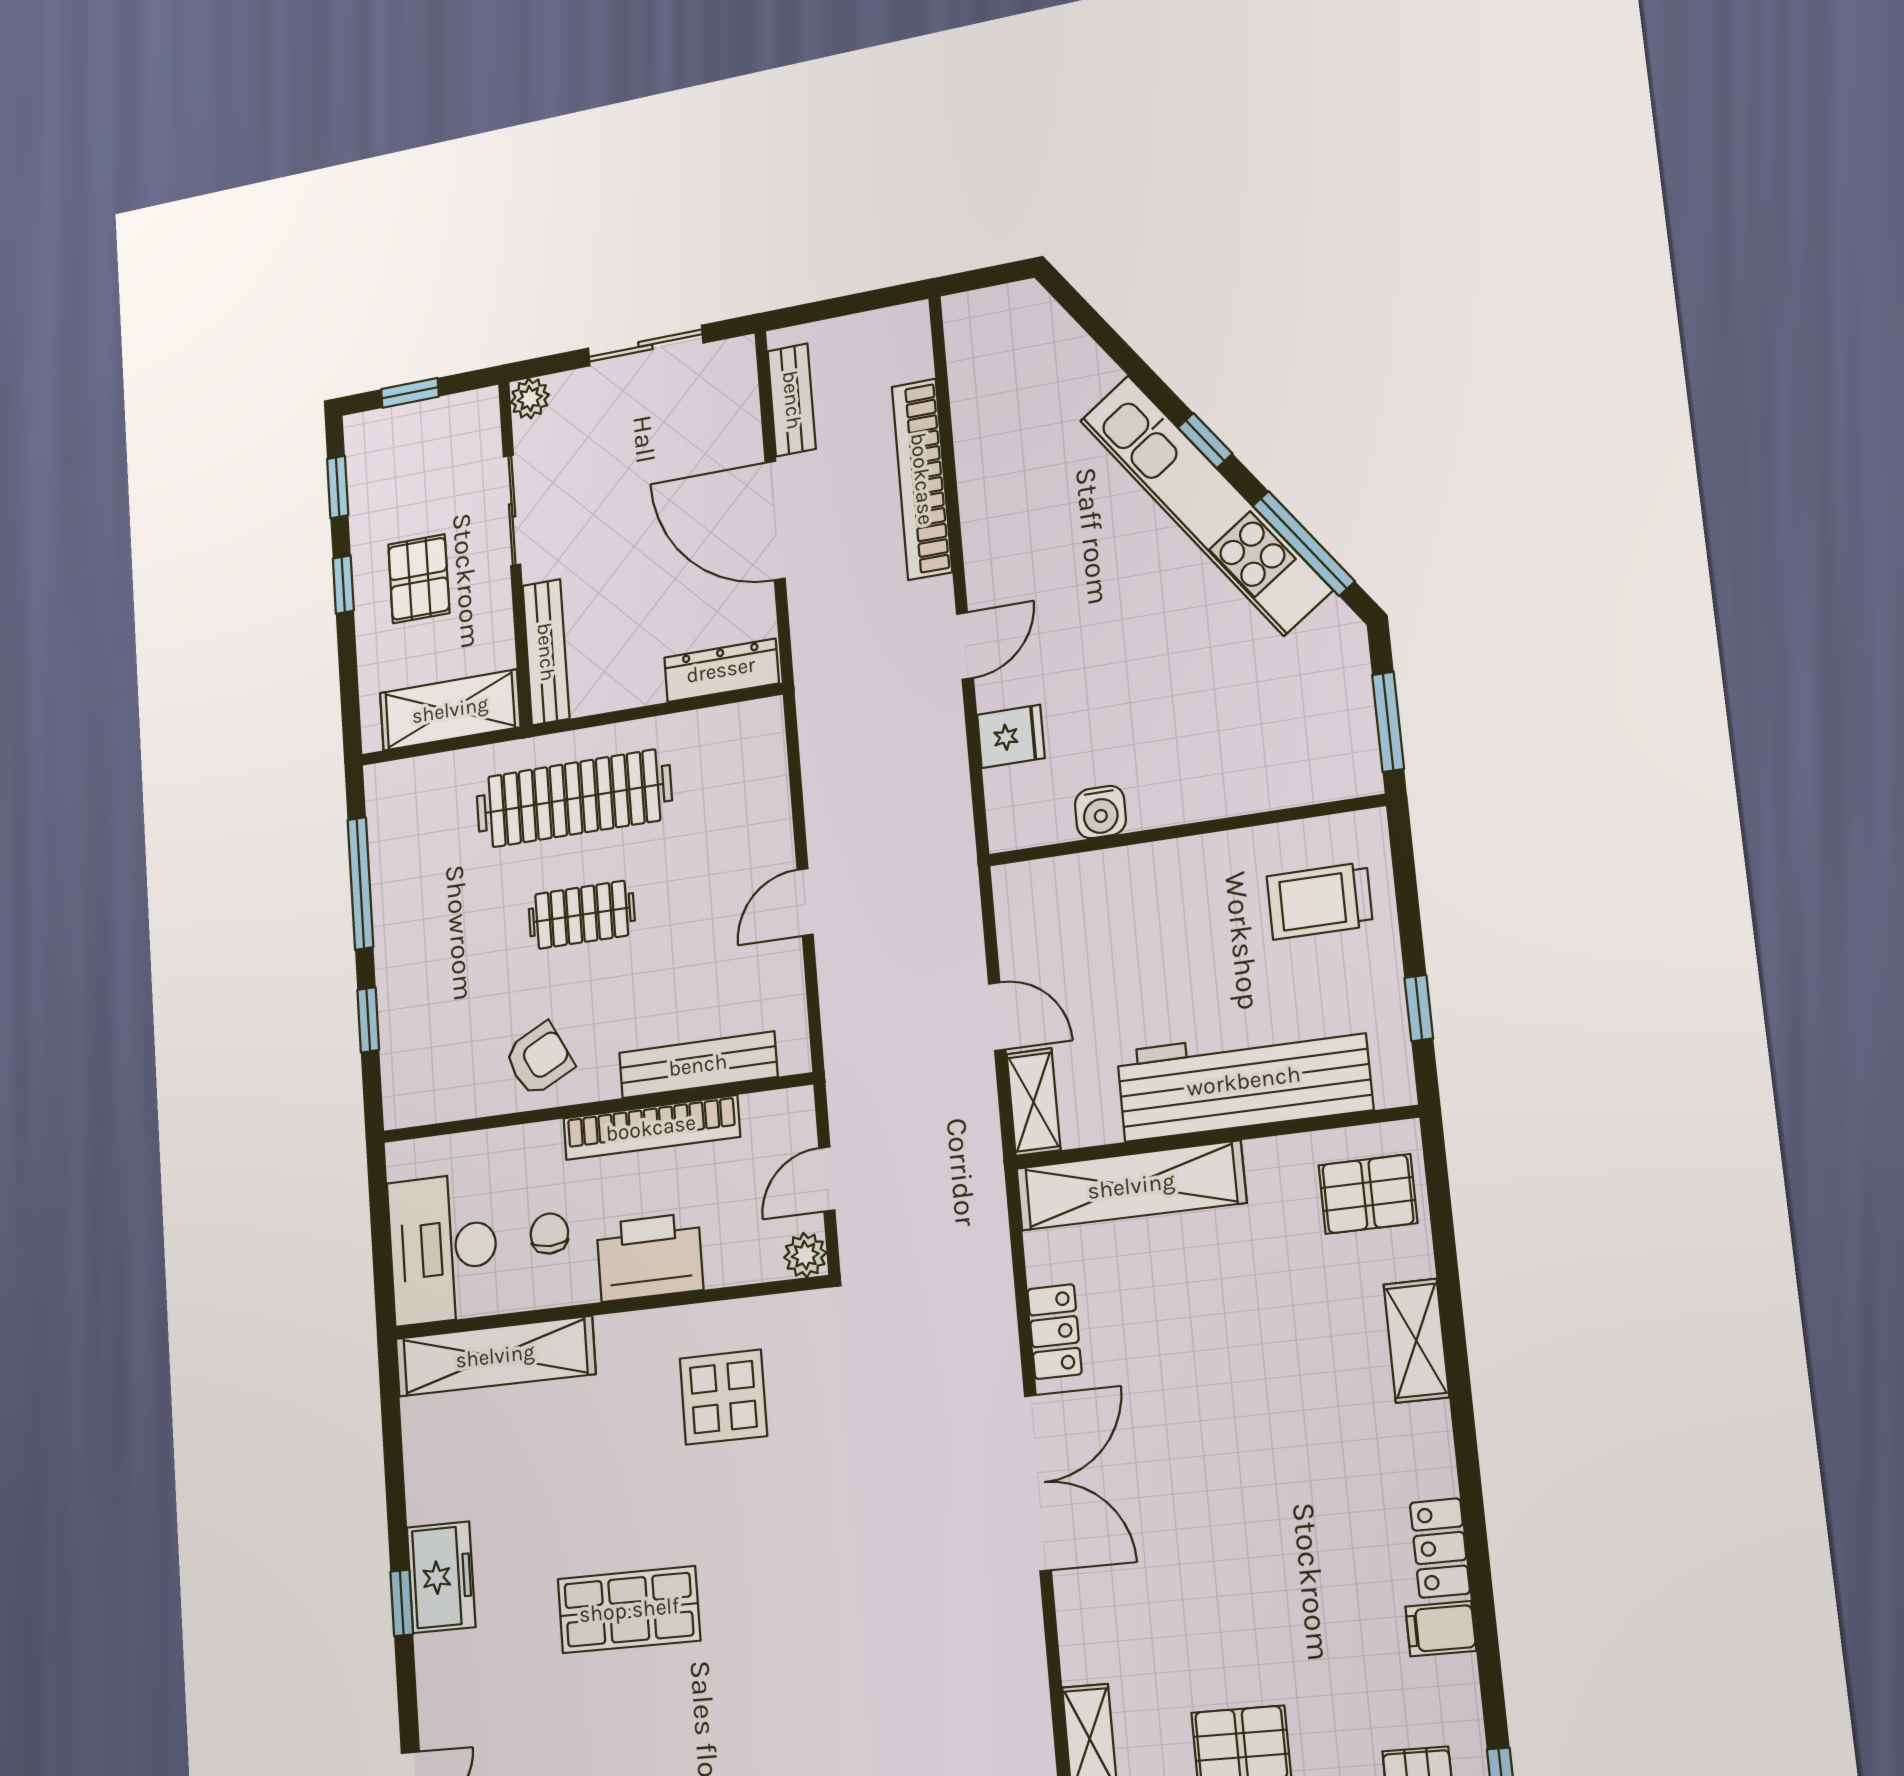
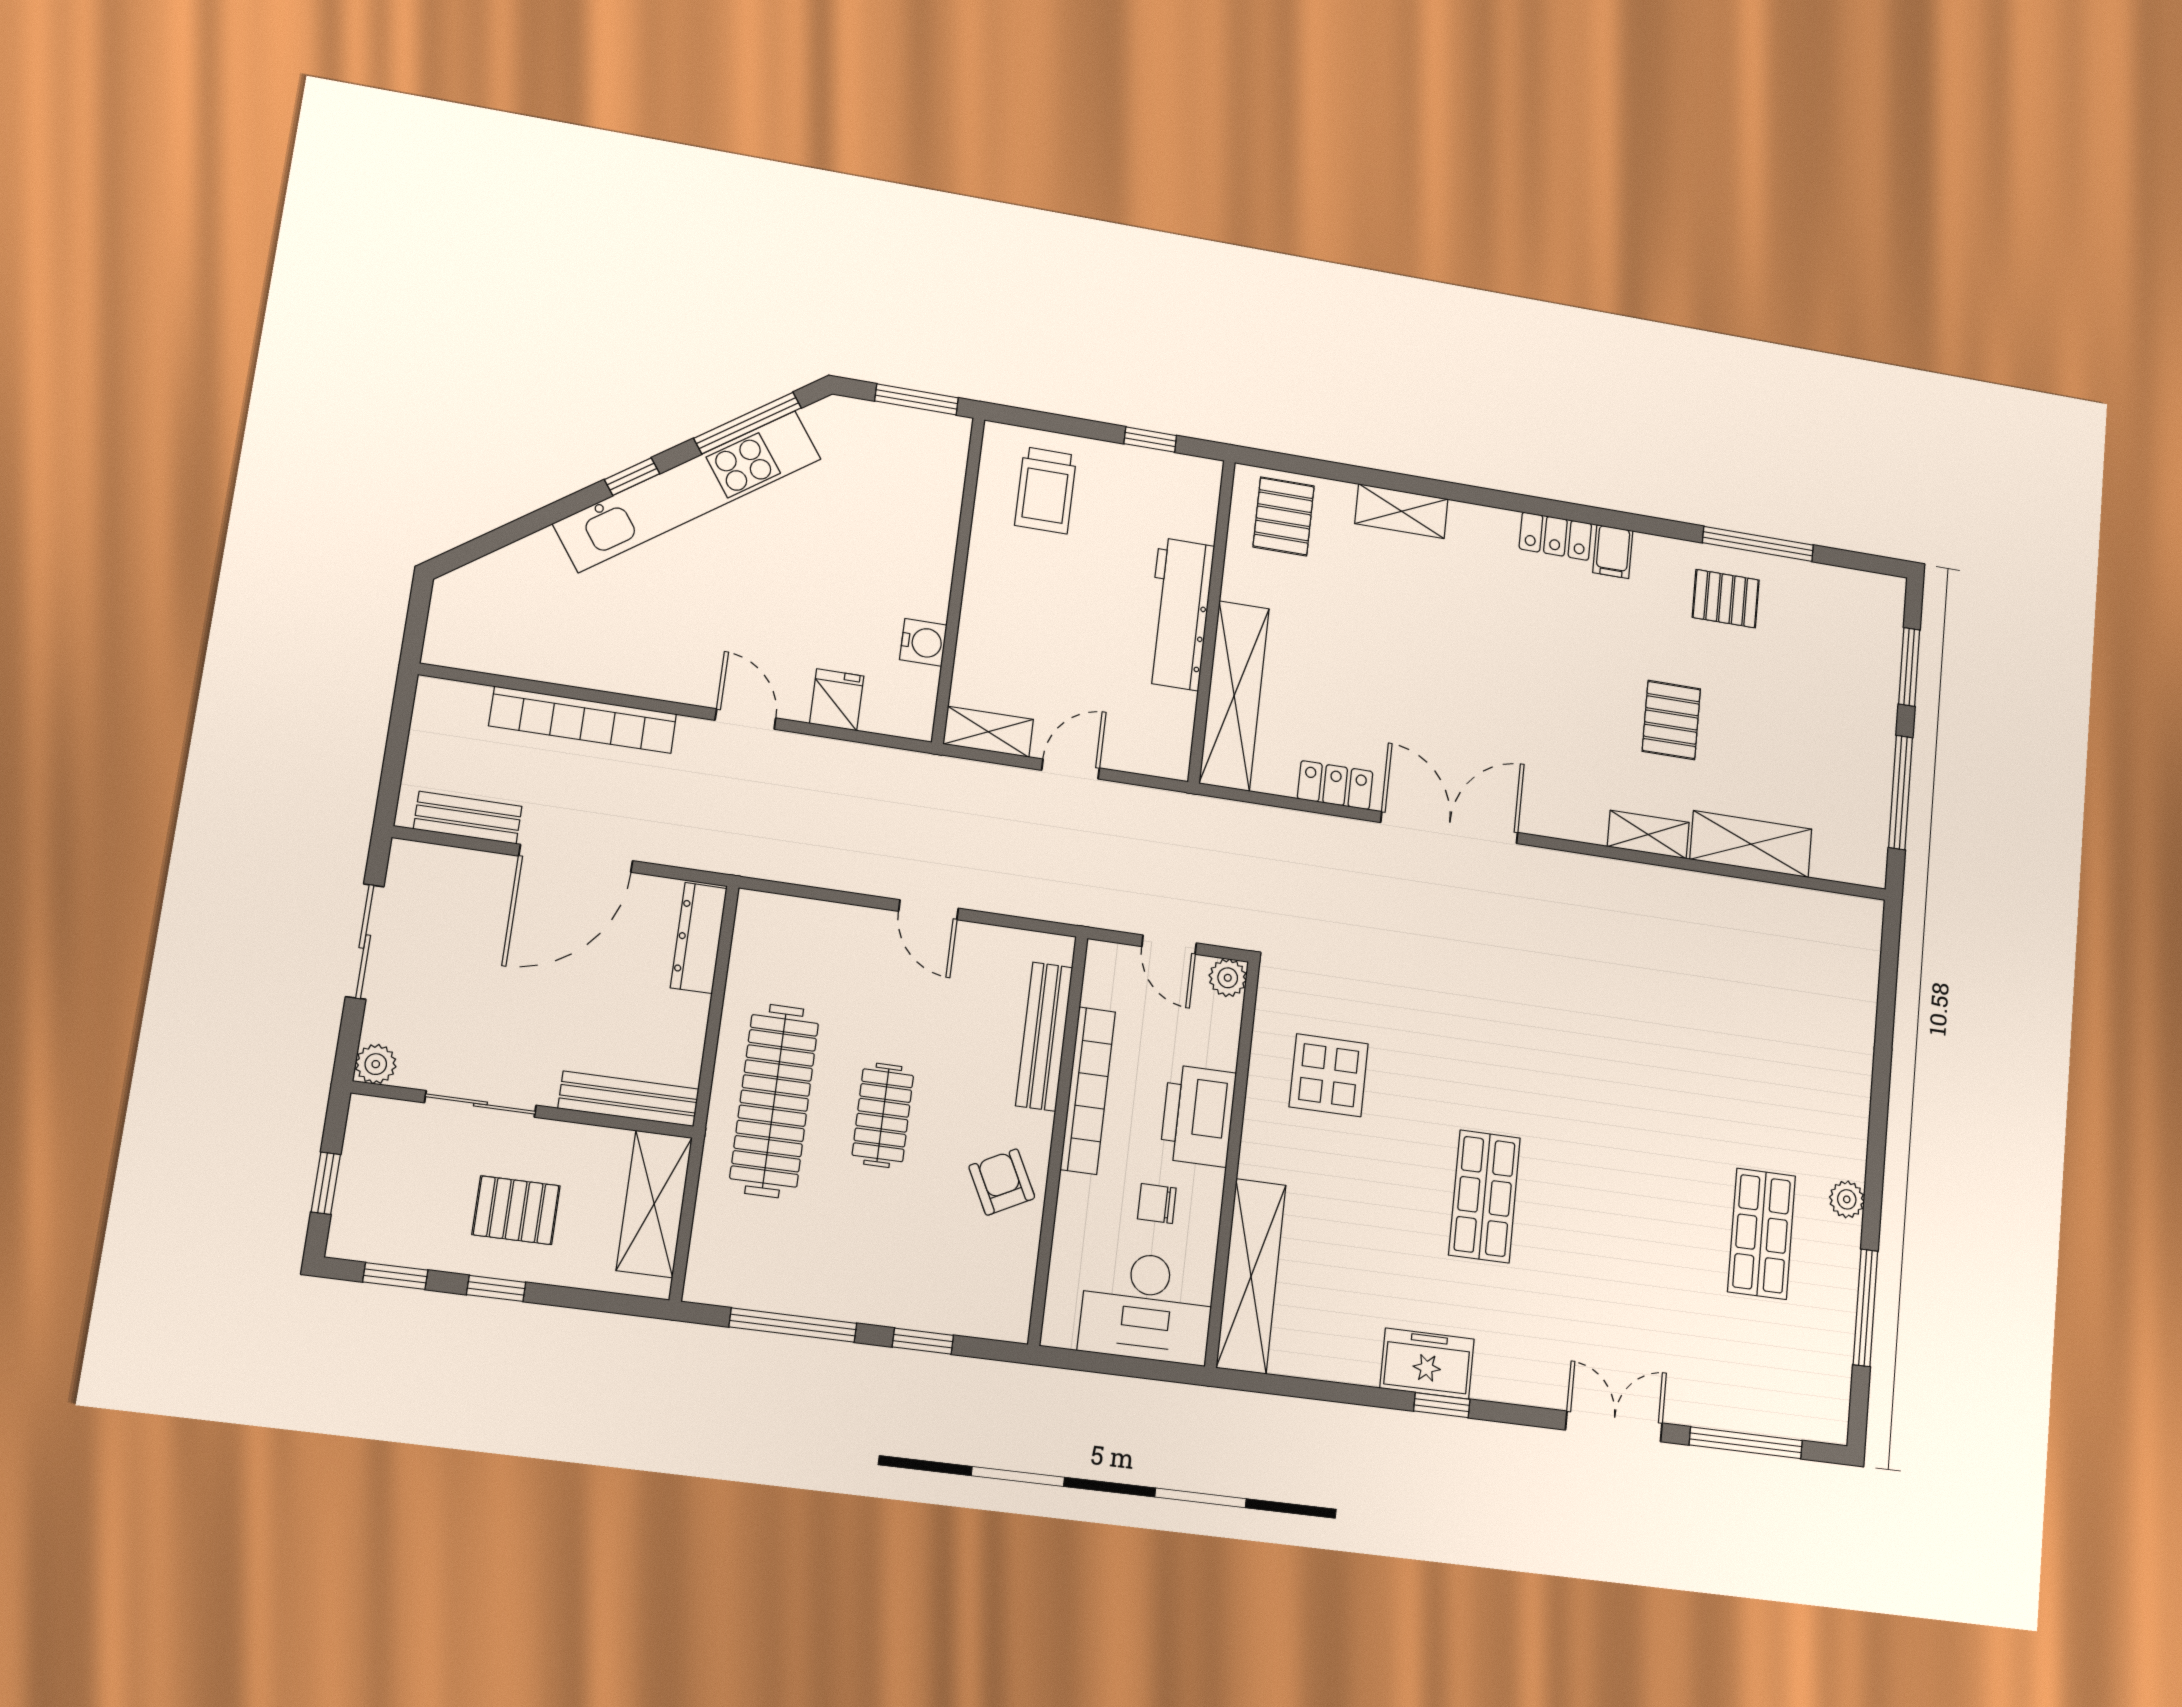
workbench: (1244, 1081) -> (1179, 614), width x0.73, depth x0.76
shelving: (1034, 1102) -> (988, 732), moved

